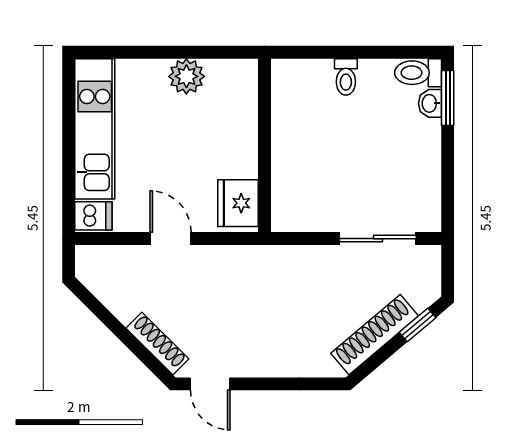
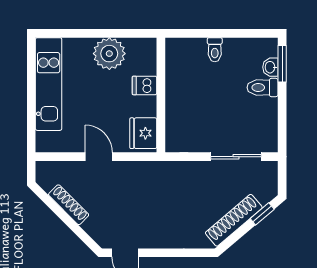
toilet: (418, 73) -> (263, 87), moved
plant: (186, 76) -> (109, 54), width x1.36, depth x1.36
dishwasher: (93, 216) -> (145, 85), moved, turned 180
shoe rack: (157, 343) -> (69, 205), moved

